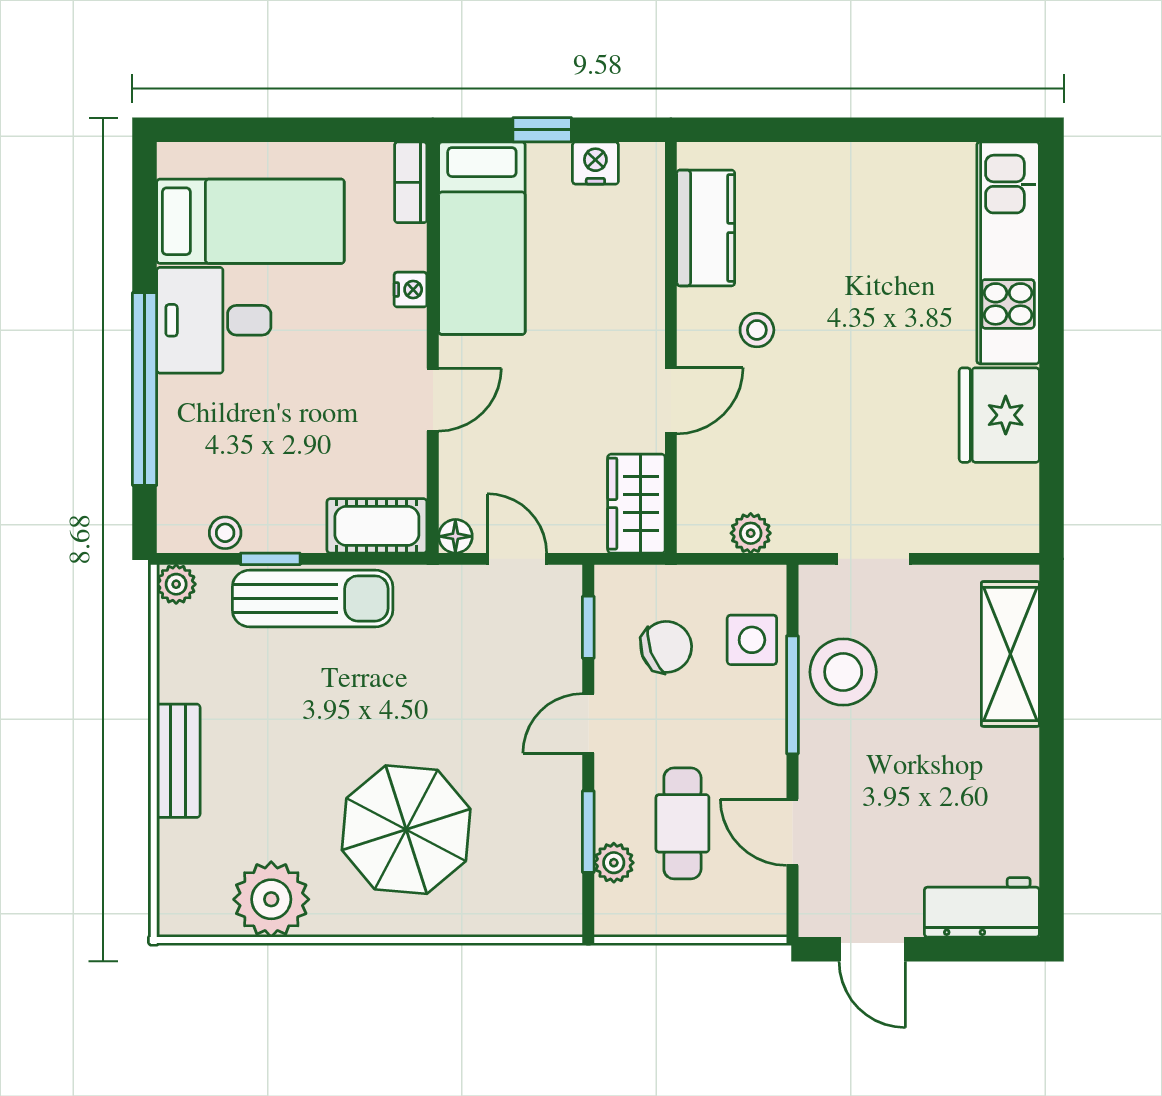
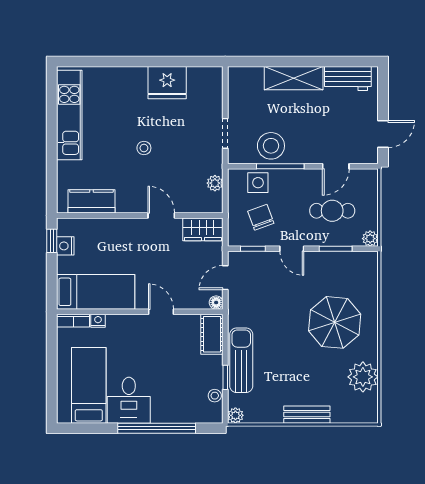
window: (542, 130) -> (52, 241), moved
kitchen unit: (1008, 253) -> (69, 115), moved, turned -90
nightstand: (410, 290) -> (98, 321), moved
stool: (757, 330) -> (144, 148), moved
shelving: (1010, 654) -> (294, 78), moved
plant: (614, 863) -> (370, 239), moved
workbench: (982, 907) -> (348, 79), moved, turned -90

